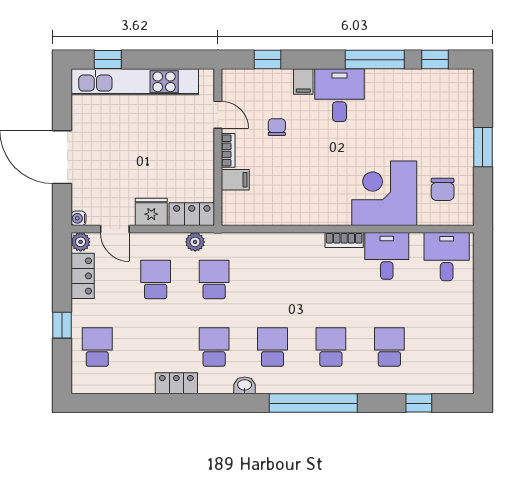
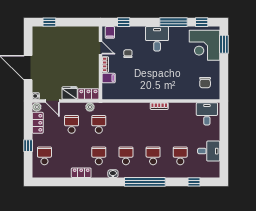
kitchen unit: (135, 82) -> (62, 33), removed
filing cabinet: (303, 82) -> (110, 32), moved
window: (483, 147) -> (224, 44), moved
corner desk: (384, 193) -> (204, 45), moved, turned -90
desk: (387, 256) -> (209, 151), moved, turned 90

